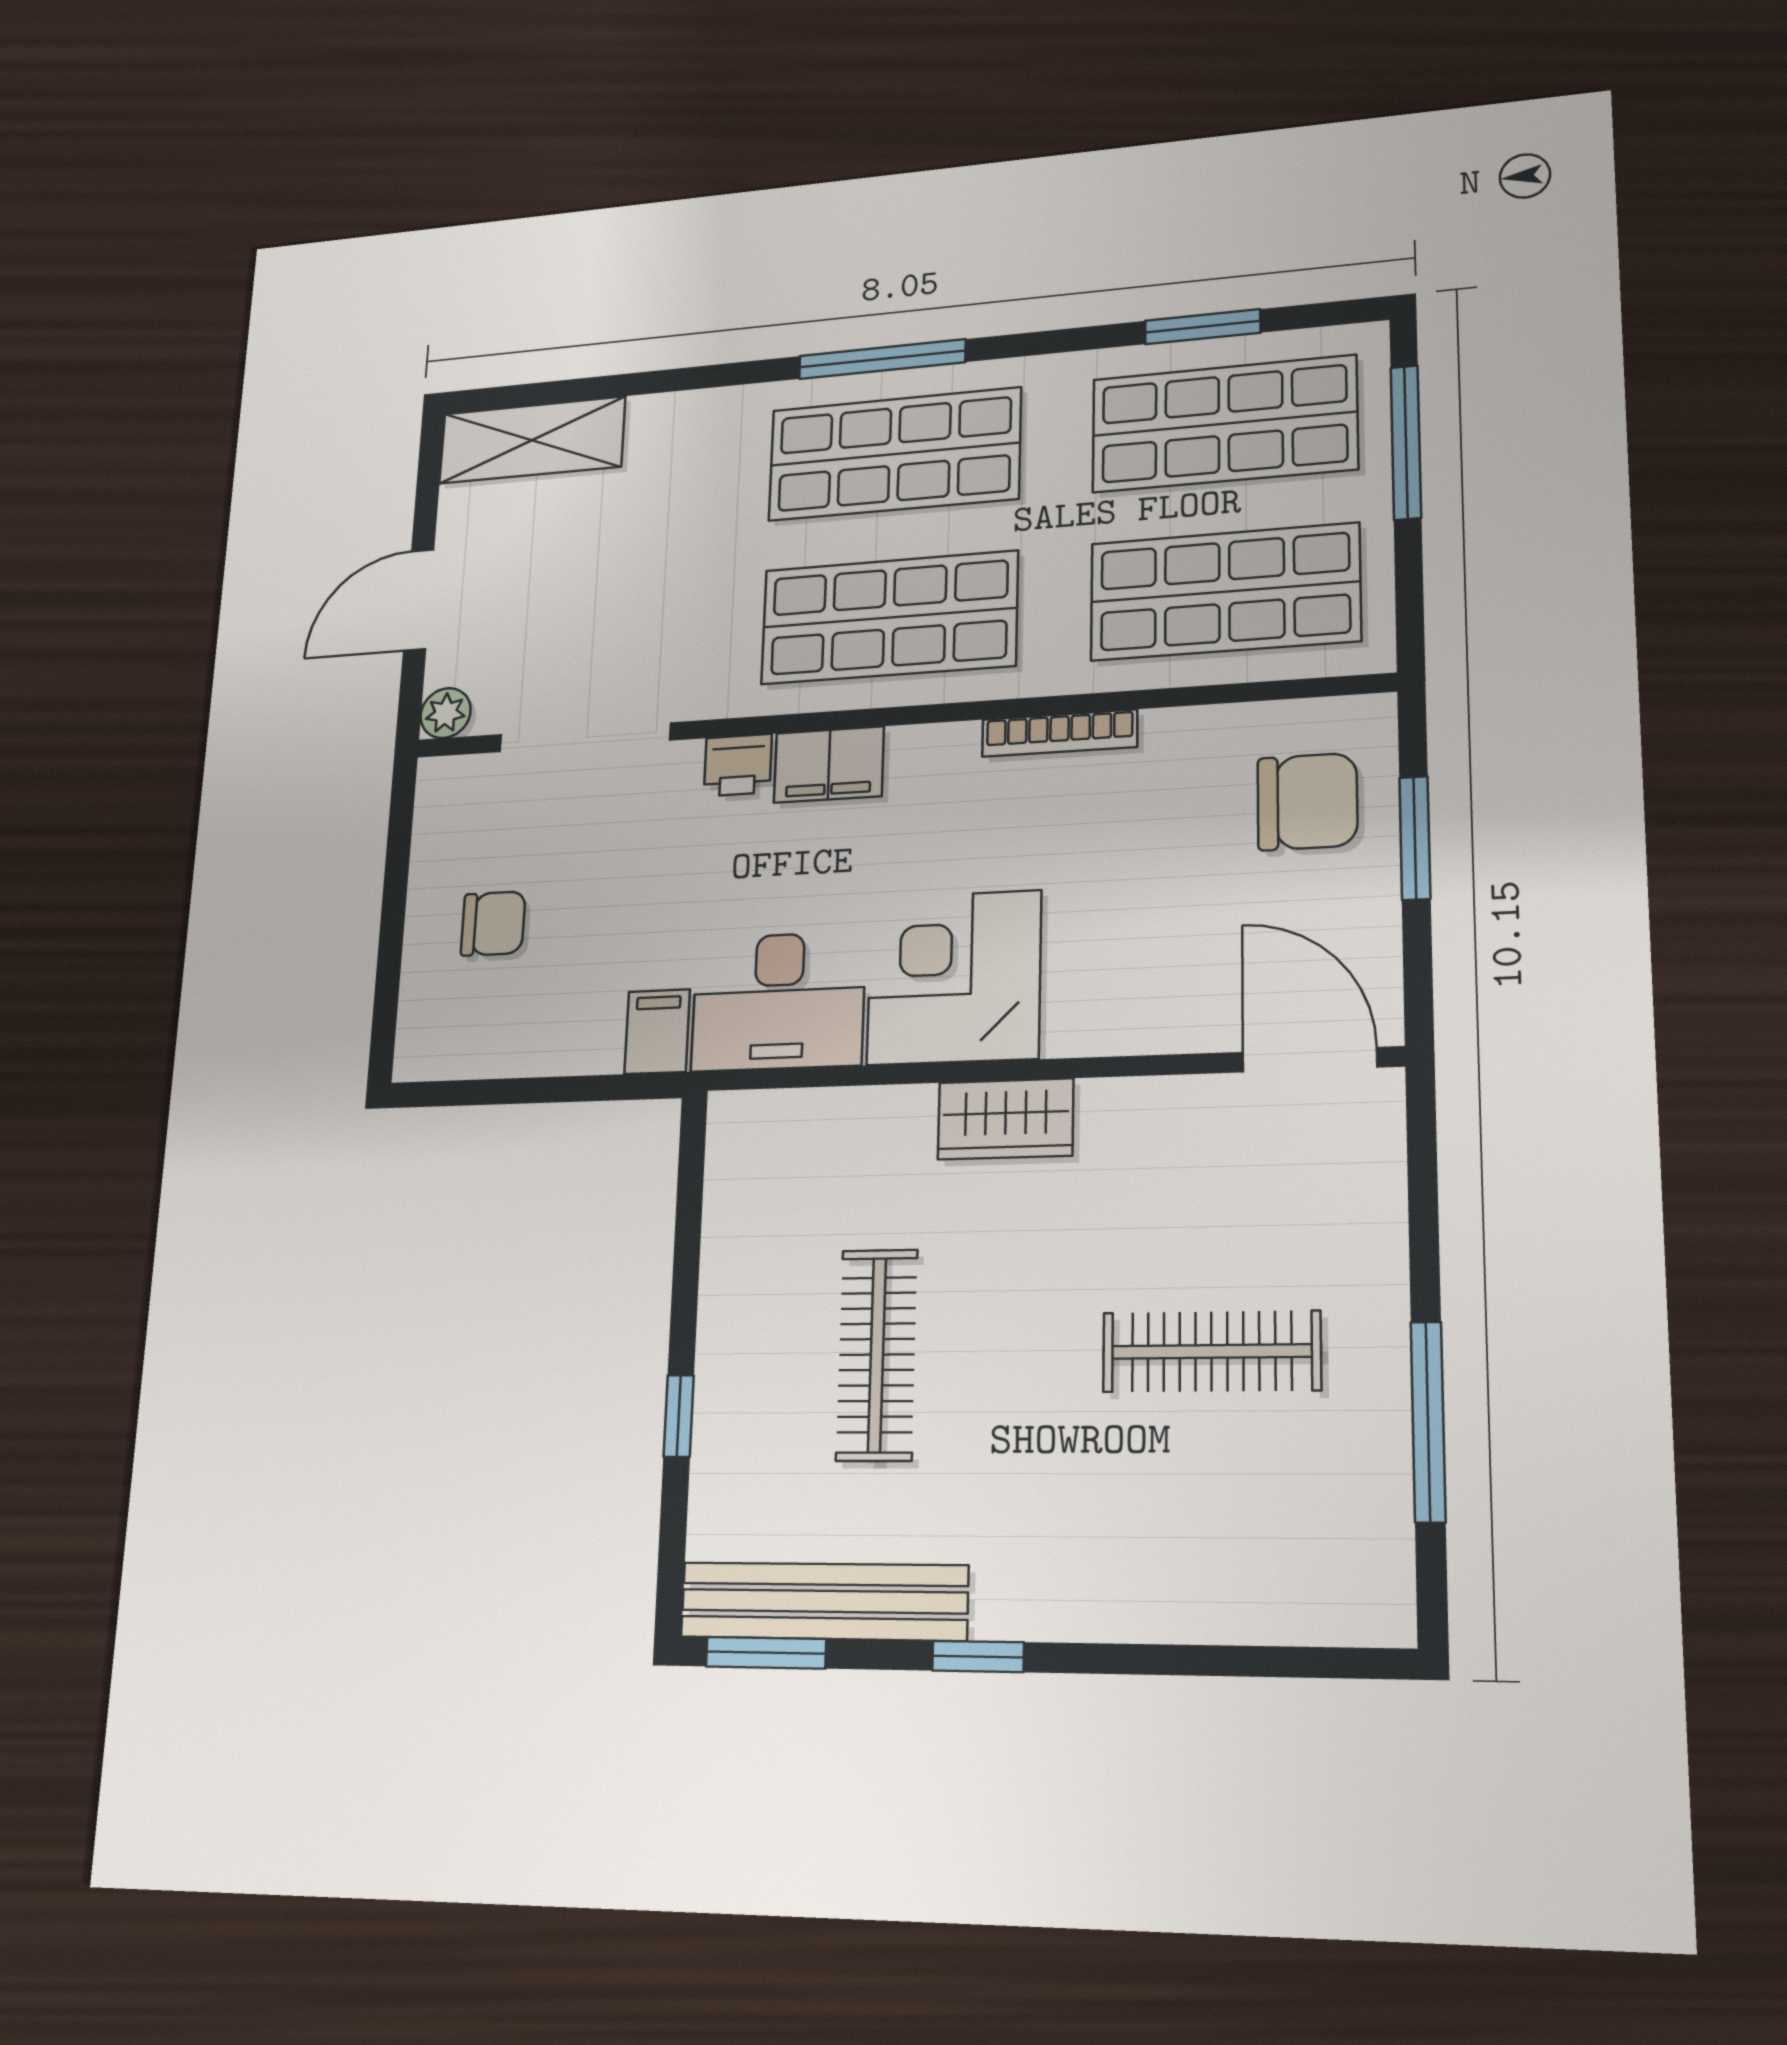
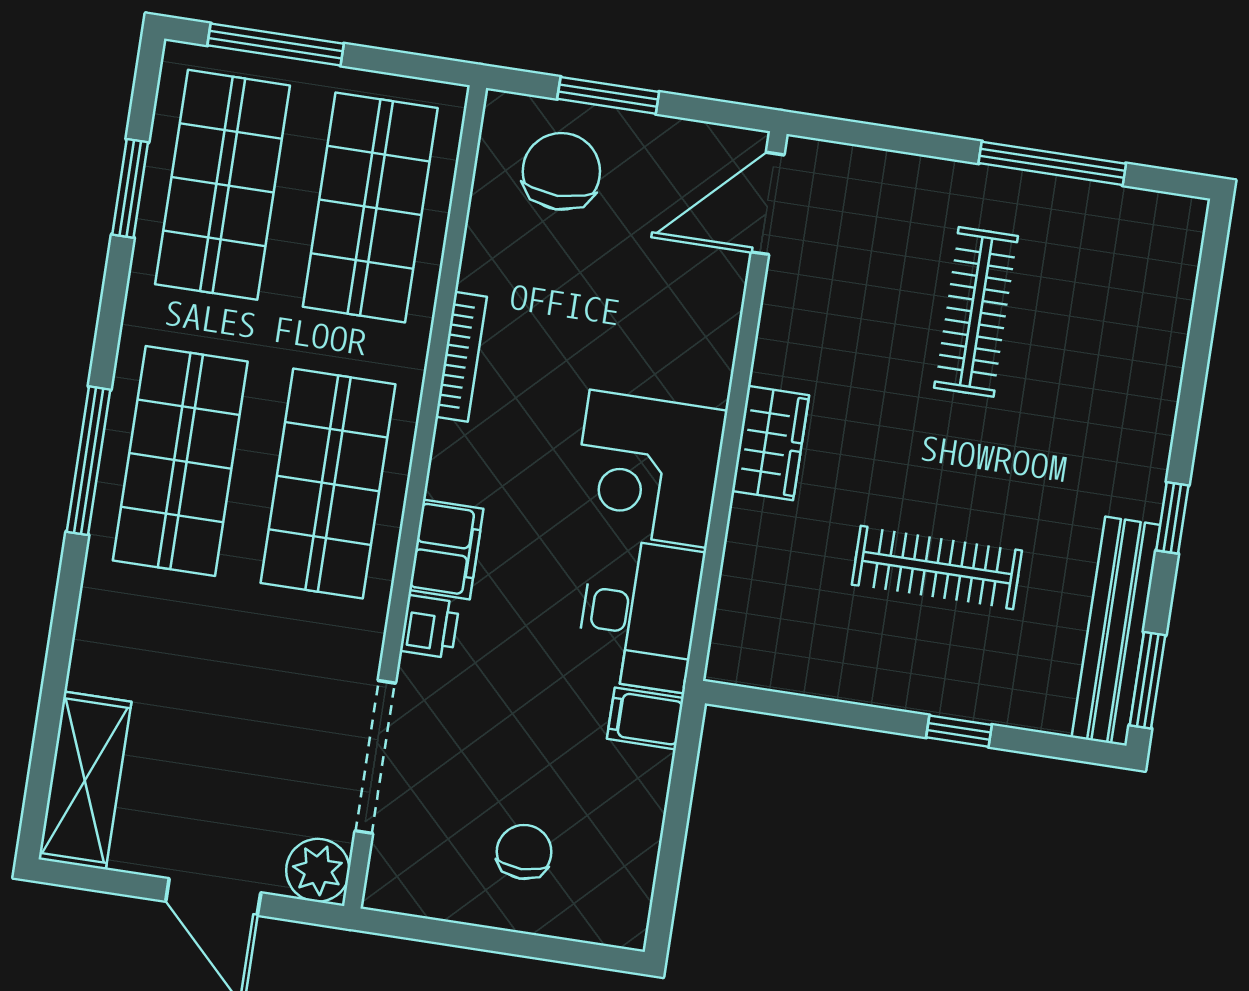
plant: (446, 713) -> (318, 870), width x1.38, depth x1.38

